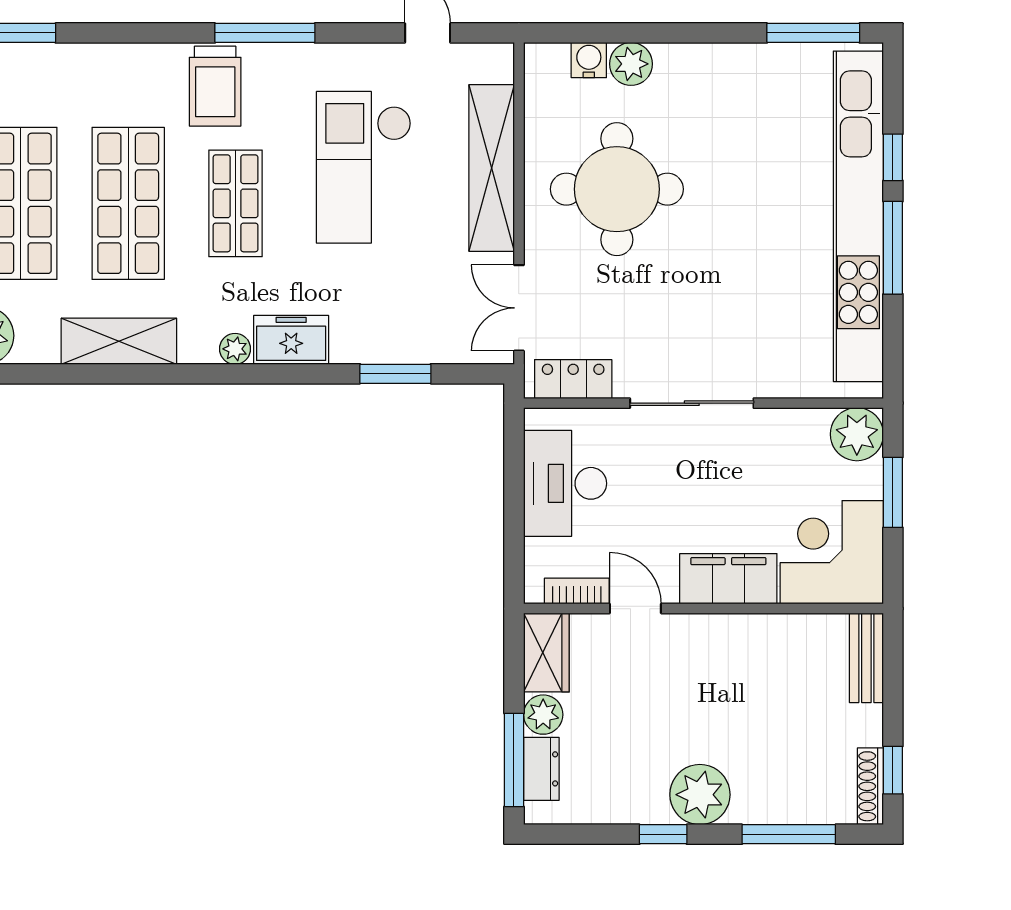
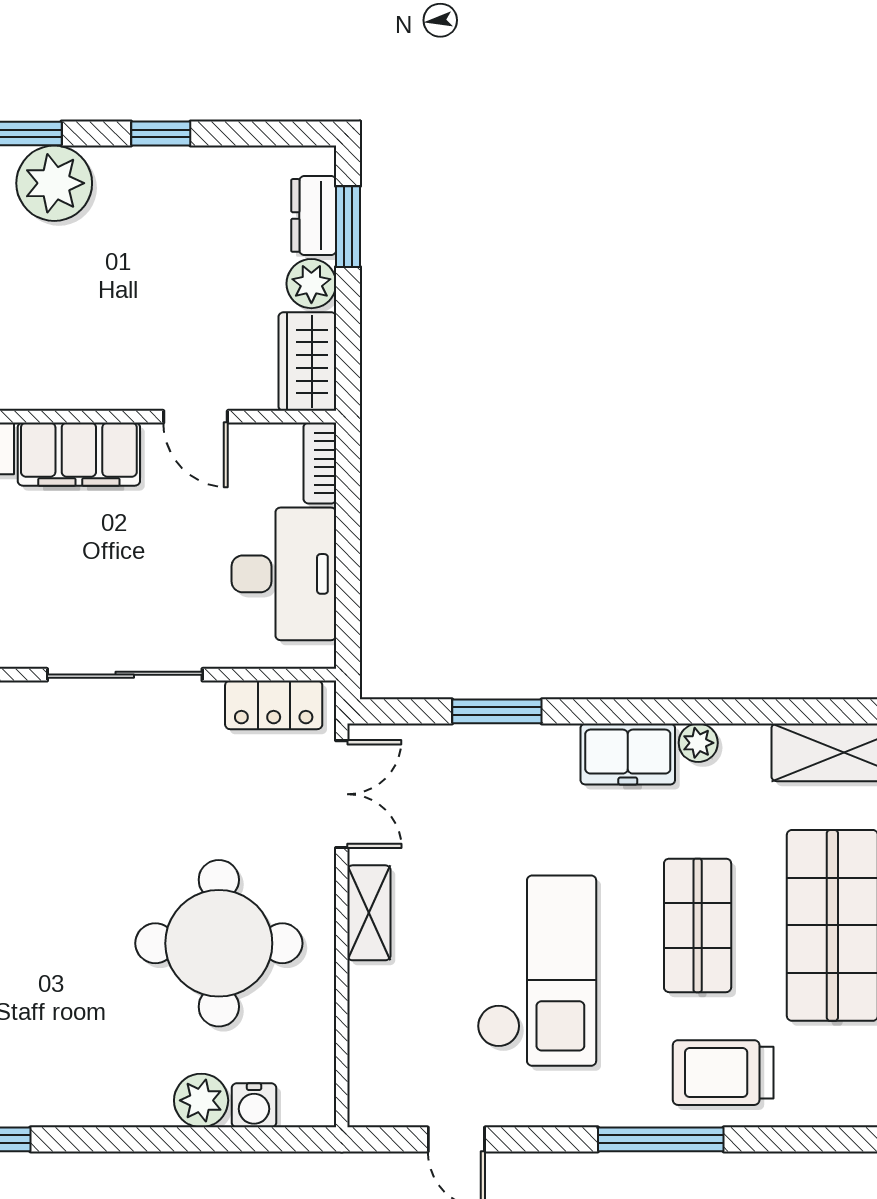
trolley: (215, 86) -> (723, 1073), turned -90
shelving: (492, 168) -> (369, 913), width x0.45, depth x0.75
bookcase: (577, 591) -> (320, 463), moved, turned 90
window: (514, 760) -> (348, 227), width x0.69
plant: (700, 795) -> (54, 183), moved

